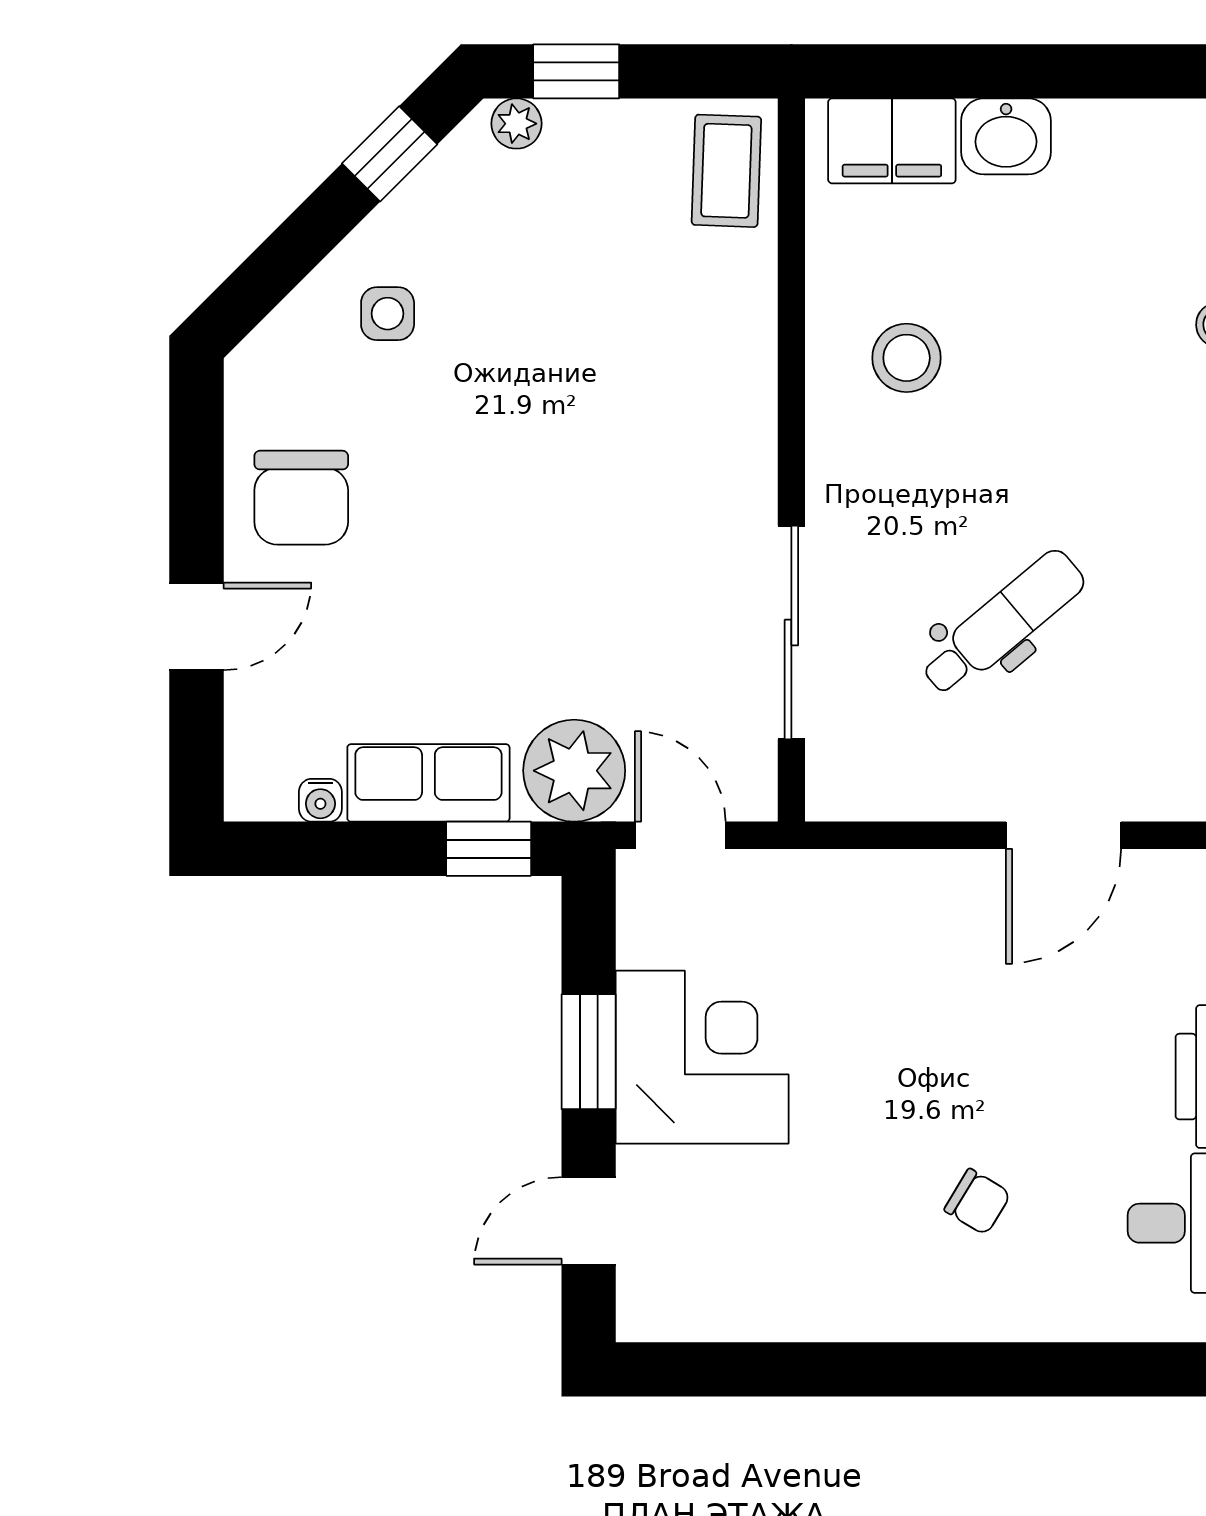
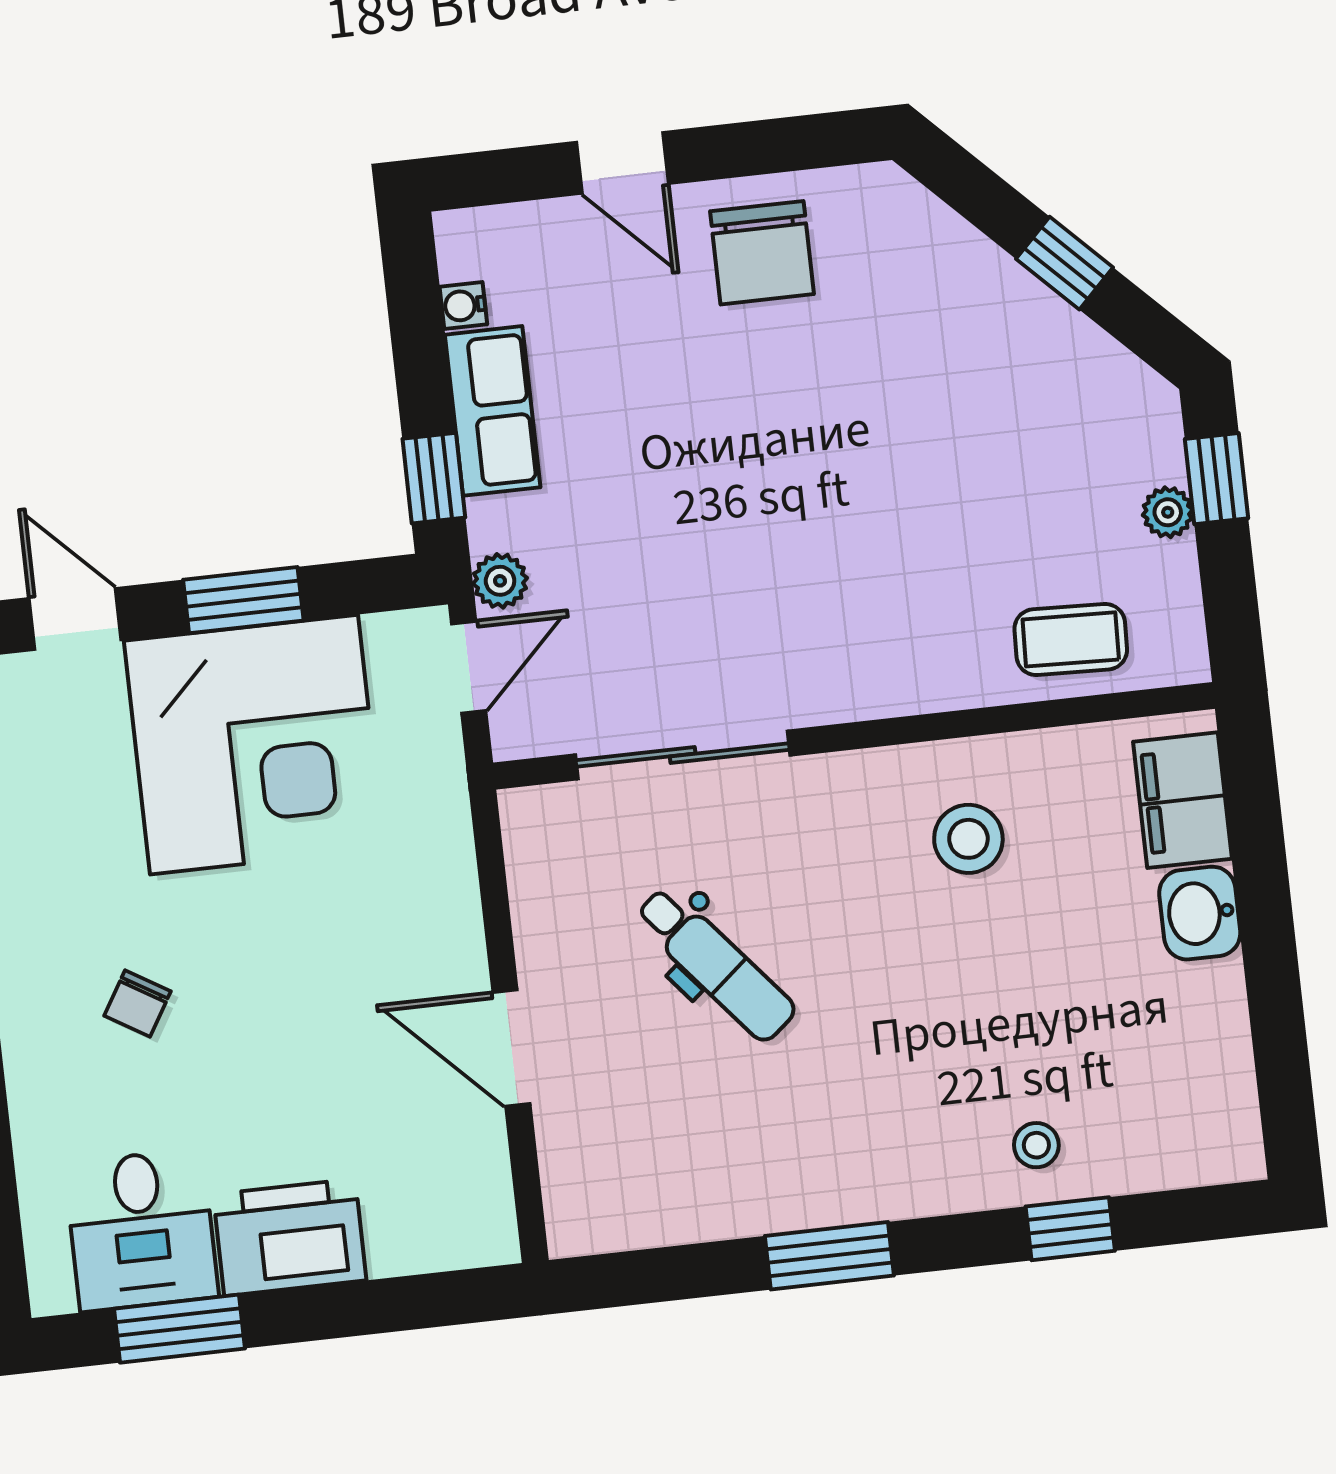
plant: (516, 124) -> (1168, 512), moved
window: (390, 154) -> (1065, 263), moved
coffee table: (726, 171) -> (1071, 639), moved
side table: (388, 314) -> (955, 318), removed
chair: (301, 498) -> (762, 253), turned -90
plant: (574, 771) -> (500, 581), width x0.53, depth x0.53
corner desk: (702, 1057) -> (254, 745), width x1.36, depth x1.36

